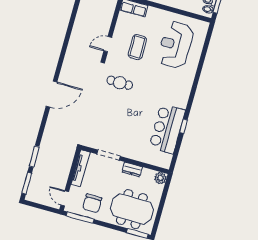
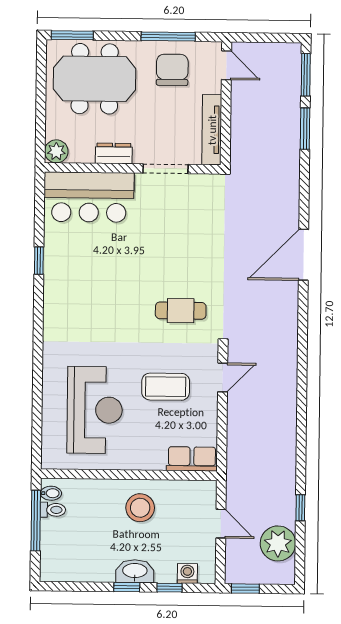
coffee table: (137, 47) -> (166, 387), turned 90
bar counter: (167, 129) -> (89, 197), moved, turned 90
window: (80, 218) -> (168, 36), moved

